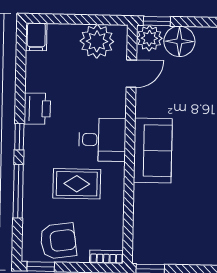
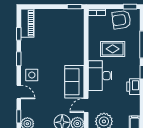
desk: (102, 140) -> (100, 76), width x1.37
sofa: (153, 151) -> (74, 82), moved

